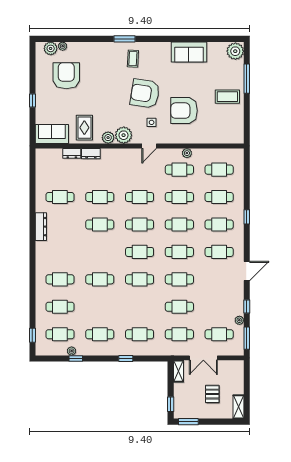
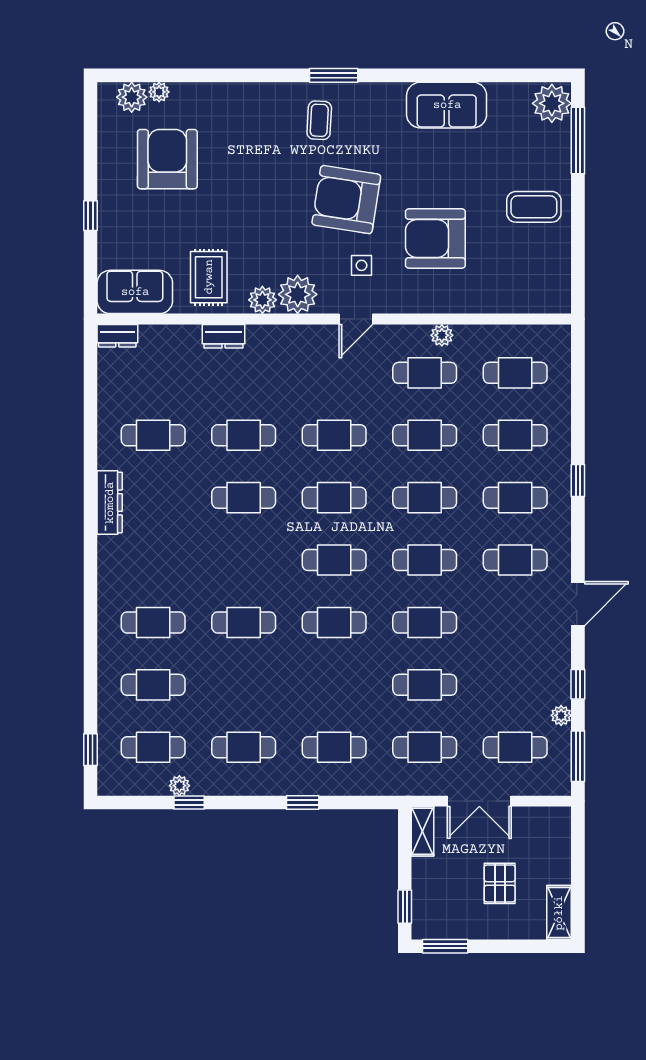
window: (124, 39) -> (334, 75), moved
window: (247, 79) -> (578, 141), moved
dresser: (72, 153) -> (117, 336), moved

